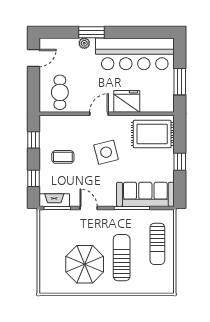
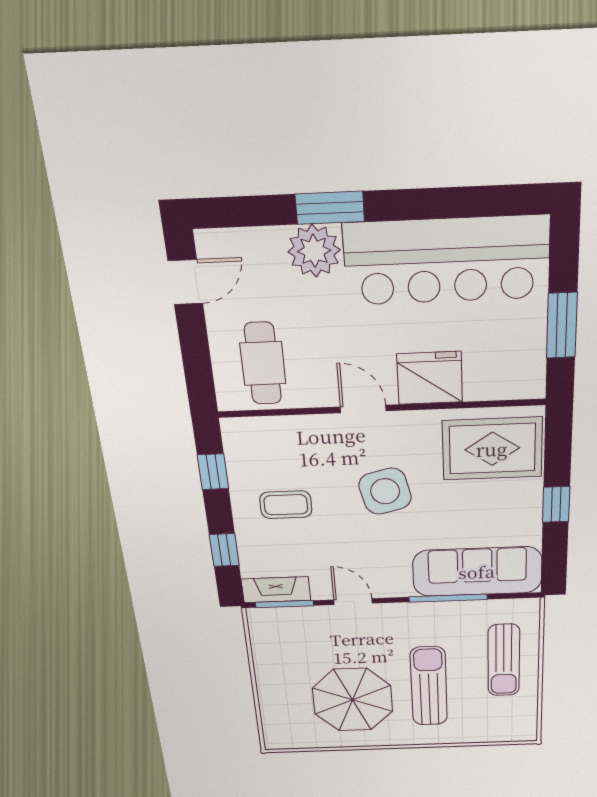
plant: (84, 43) -> (314, 251), width x1.88, depth x1.88
door: (99, 114) -> (363, 409), hinge flipped

